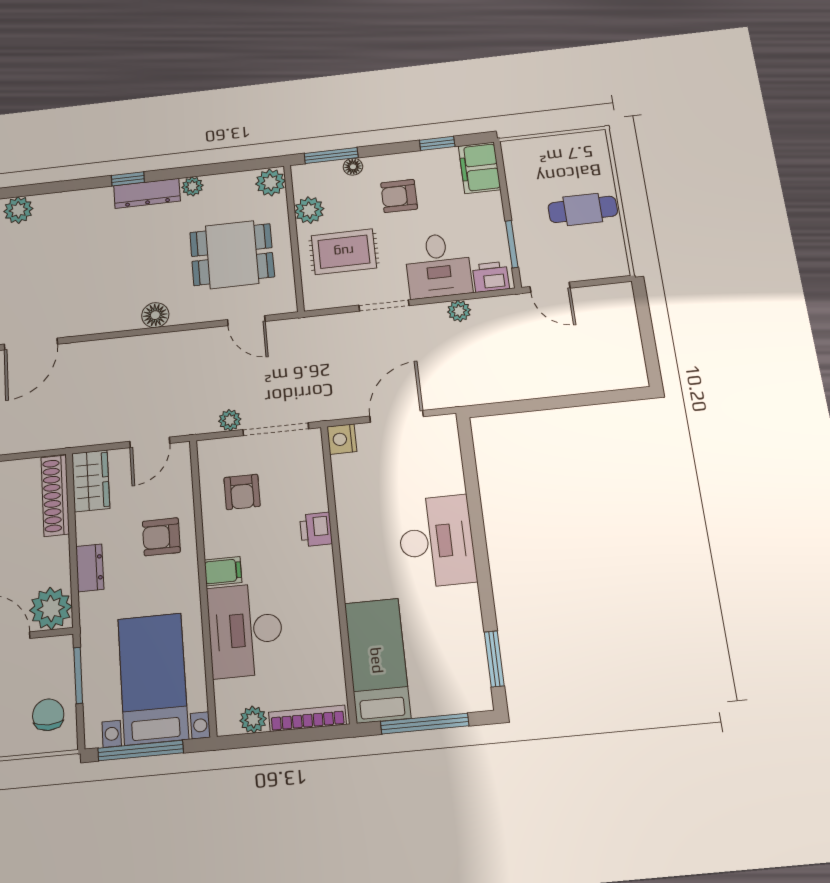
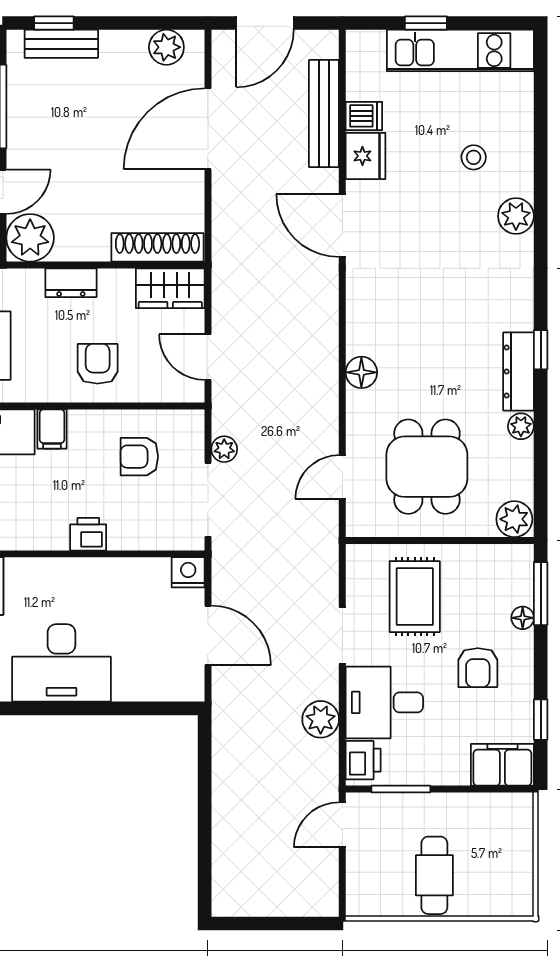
armchair: (399, 196) -> (478, 668), turned 180
plant: (309, 210) -> (473, 561), removed
plant: (459, 311) -> (321, 719), width x1.38, depth x1.38

